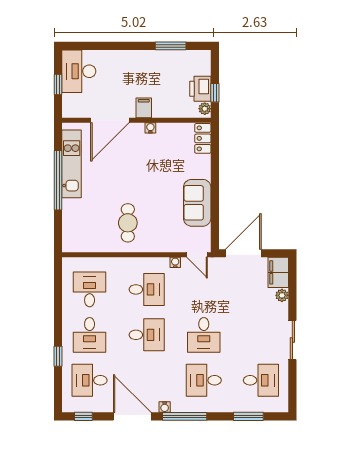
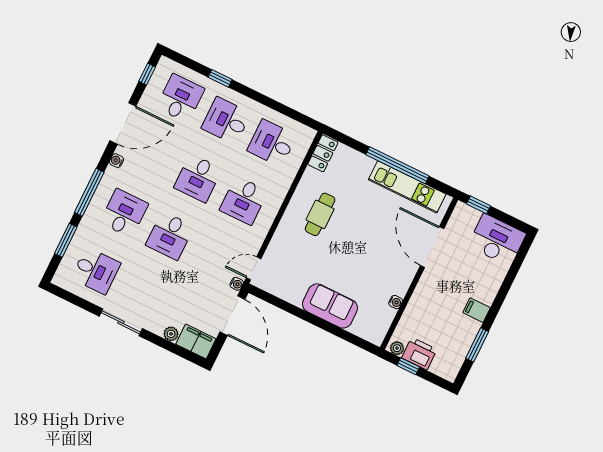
window: (58, 84) -> (479, 205), moved
filing cabinet: (144, 108) -> (477, 310), moved, turned 180
water cooler: (150, 128) -> (396, 302), moved
locker: (203, 138) -> (323, 153), moved, turned 90
sofa: (197, 203) -> (330, 306), moved
cafe table: (128, 223) -> (320, 214), turned 90
water cooler: (175, 262) -> (237, 284), moved
desk: (90, 289) -> (272, 143), turned 180
desk: (204, 335) -> (170, 236), turned -90
desk: (261, 380) -> (96, 271), turned -90
window: (185, 416) -> (89, 192), moved

